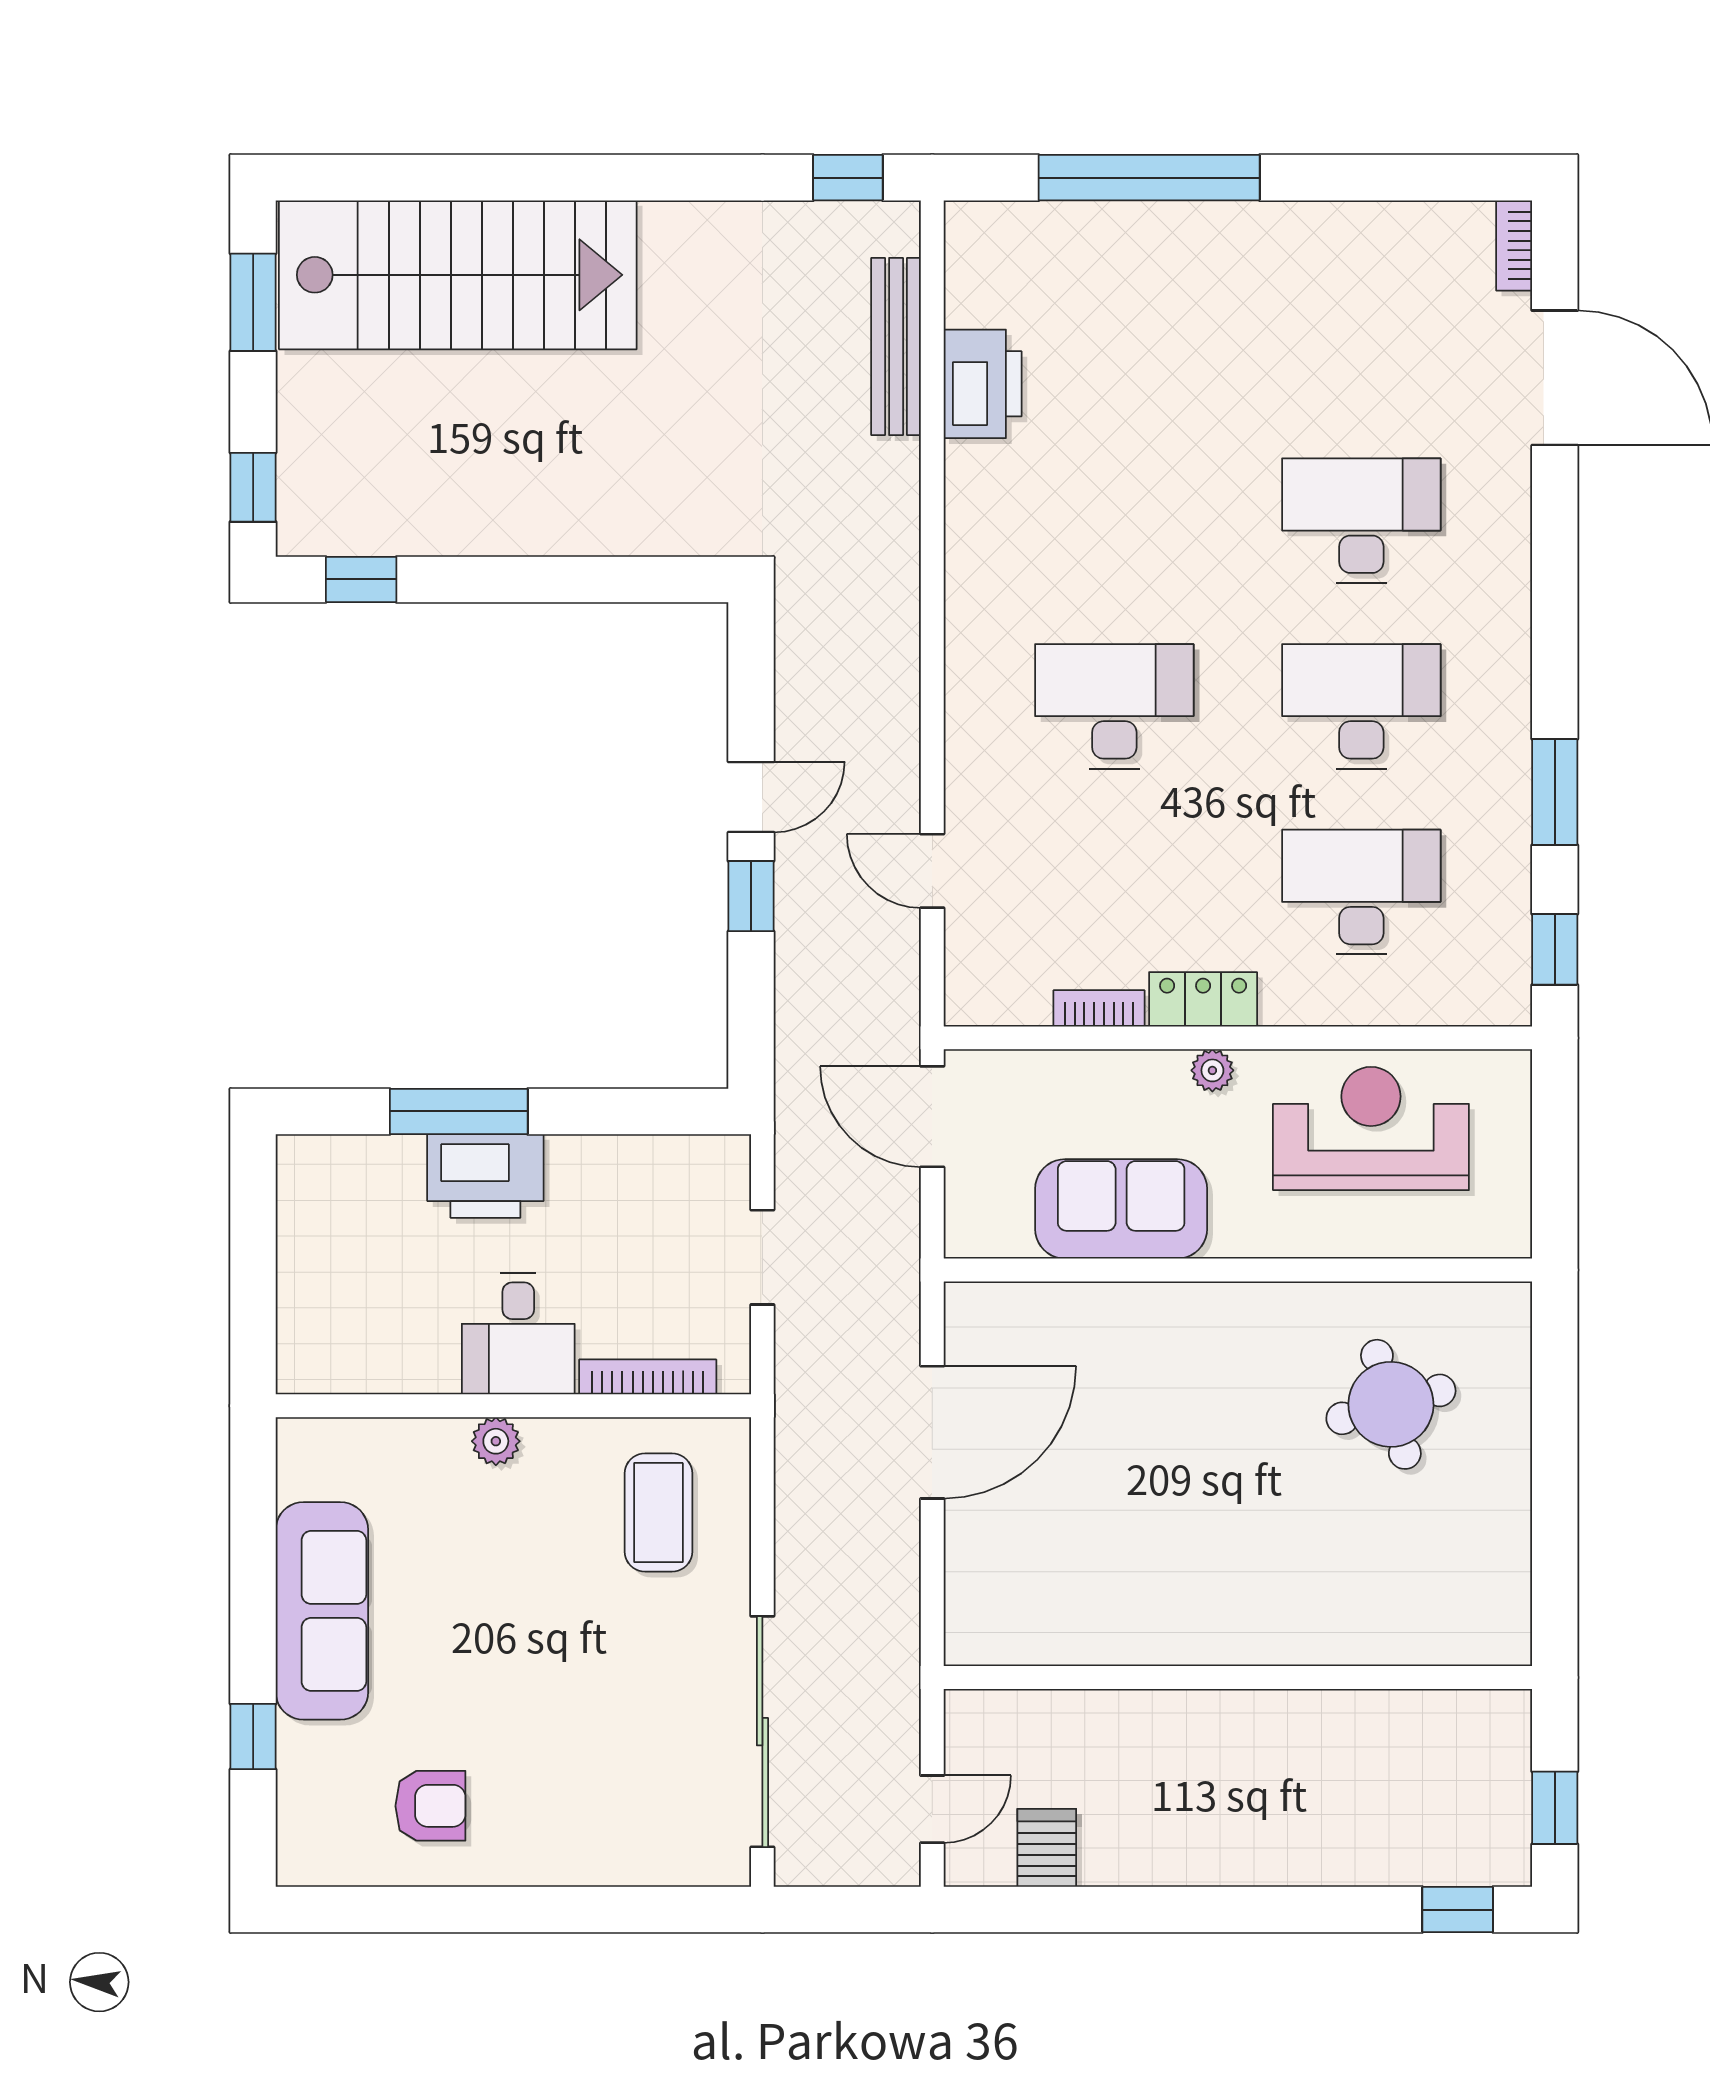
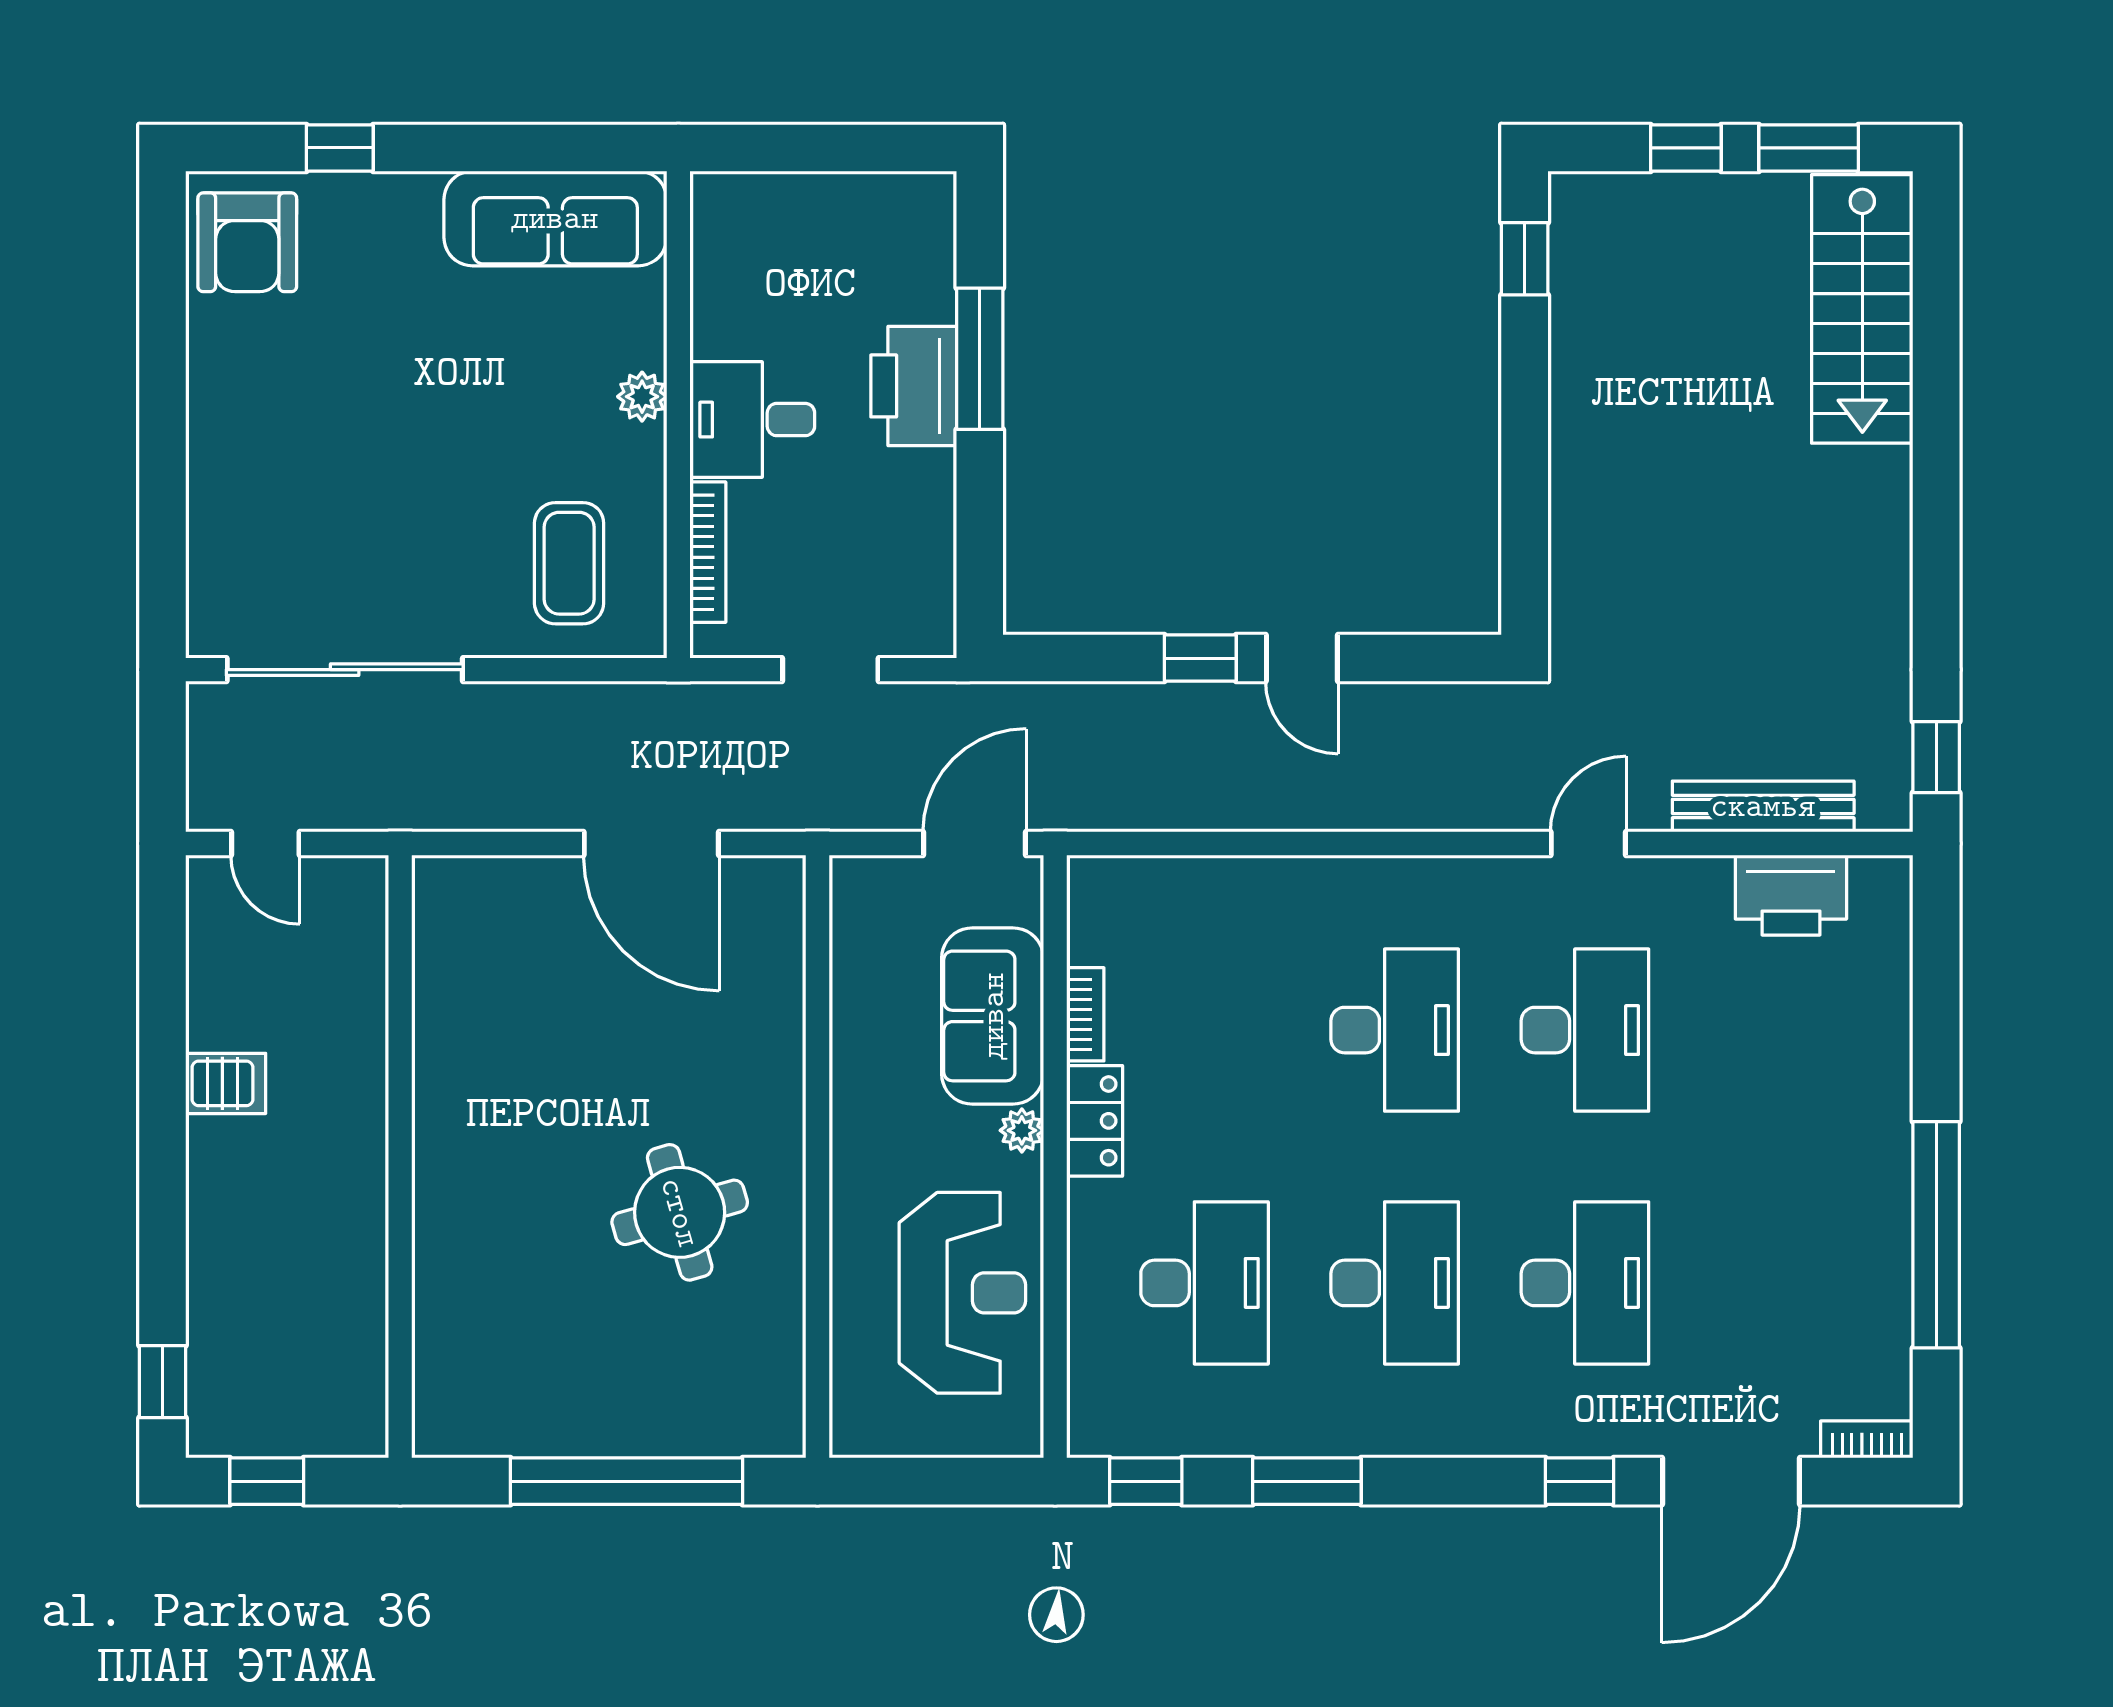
window: (1149, 178) -> (1936, 1235), moved
stairs: (458, 275) -> (1862, 309), width x0.73, depth x0.66
printer: (983, 384) -> (1791, 895), moved
window: (253, 487) -> (1686, 148), moved
desk: (1114, 521) -> (1585, 1030), added
window: (1555, 526) -> (1580, 1481), added
door: (932, 871) -> (1588, 844), moved
sofa: (1121, 1209) -> (993, 1016), moved, turned 180
round table: (1391, 1404) -> (680, 1212), moved
window: (1555, 1456) -> (626, 1481), added
coffee table: (658, 1512) -> (569, 563), turned 90
sofa: (322, 1611) -> (555, 218), moved
armchair: (430, 1806) -> (247, 242), moved, width x1.38, depth x1.38
server rack: (1047, 1848) -> (226, 1083), moved

